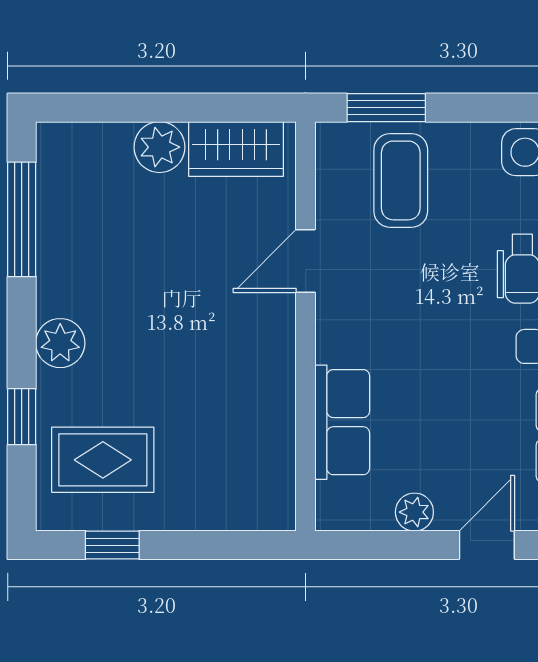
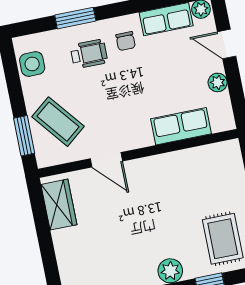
plant: (159, 147) -> (65, 242), removed
coffee table: (401, 180) -> (58, 122), turned 51

